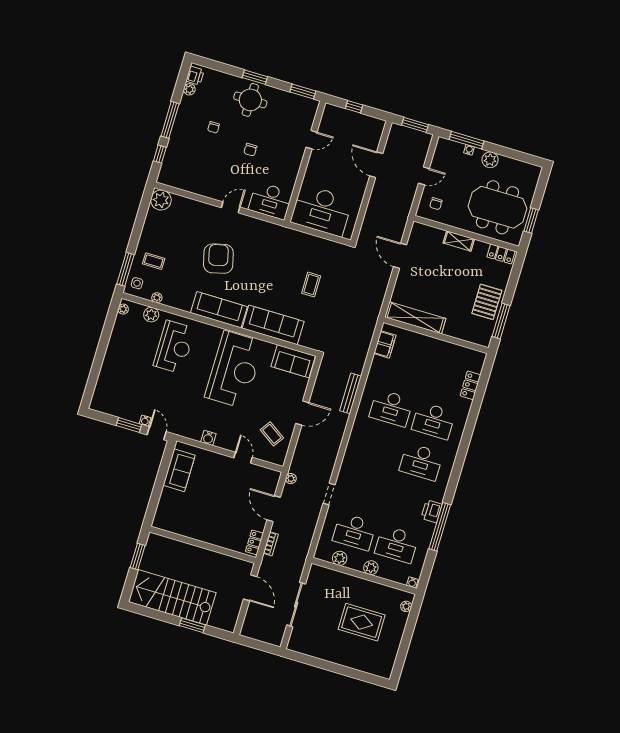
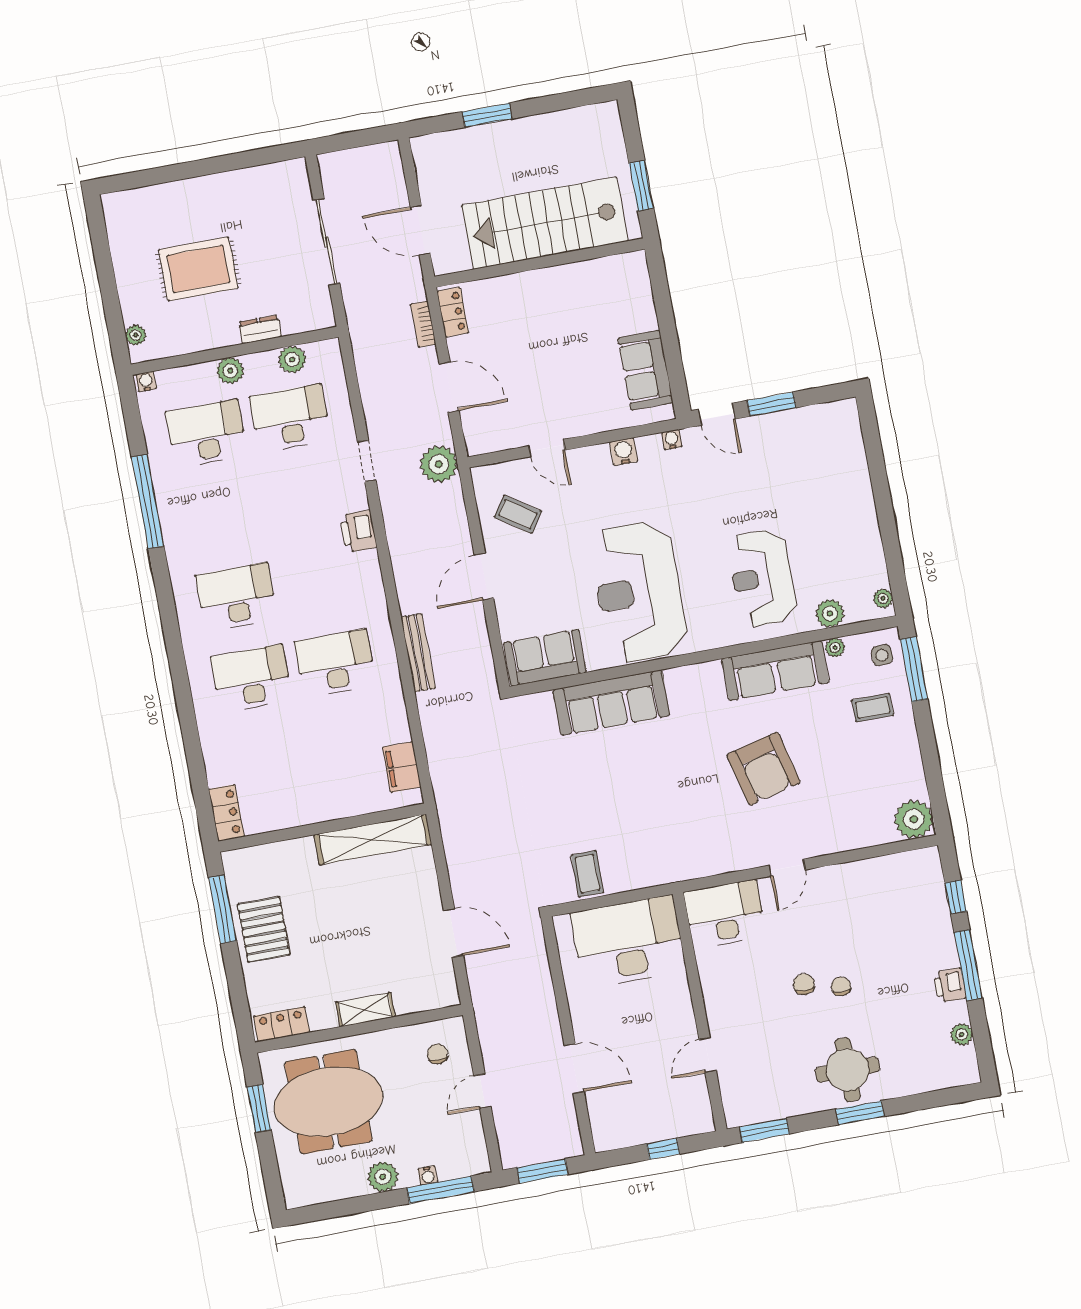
printer: (195, 76) -> (950, 985), moved
chair: (214, 127) -> (841, 986), moved
coffee table: (311, 285) -> (587, 874), moved
sofa: (219, 310) -> (775, 671), moved
locker: (470, 385) -> (226, 813), moved
water cooler: (145, 421) -> (672, 440), moved
plant: (291, 479) -> (439, 464), width x1.87, depth x1.87
printer: (432, 511) -> (358, 531), moved, turned 180
dresser: (347, 580) -> (260, 329), added
stairs: (172, 597) -> (545, 223), moved, turned 180

